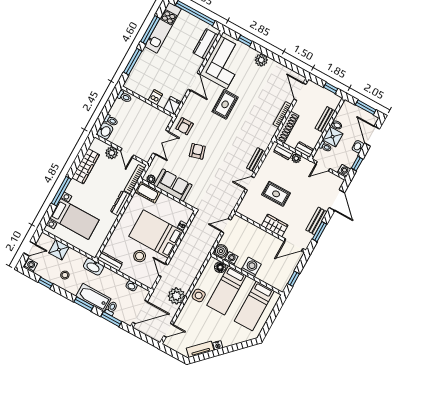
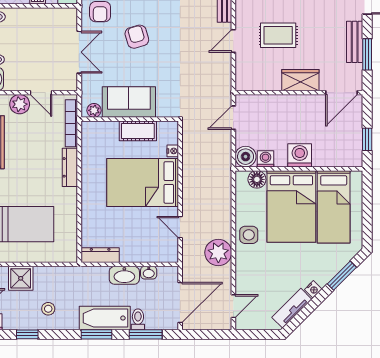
cot: (148, 192) -> (138, 131), moved
stool: (140, 256) -> (137, 226), removed
washbasin: (93, 267) -> (124, 275), moved
bed: (227, 290) -> (291, 207), width x1.50
window: (238, 347) -> (342, 276), added

